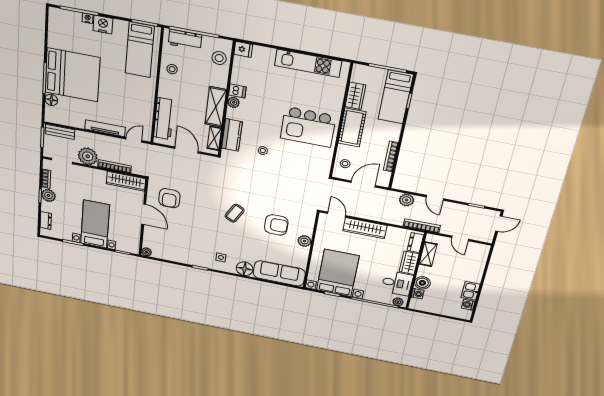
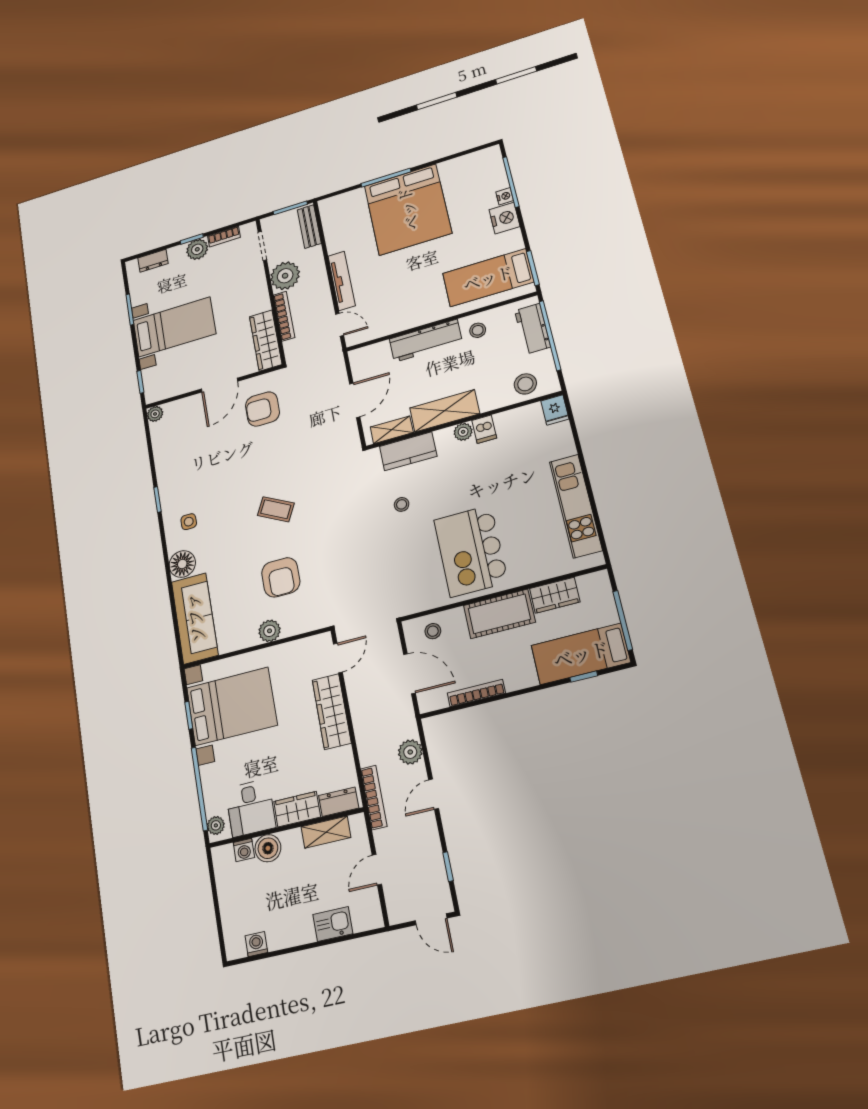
floor lamp: (51, 100) -> (356, 198), removed
workbench: (164, 119) -> (426, 341), moved
kitchen sink: (470, 291) -> (333, 924), moved

